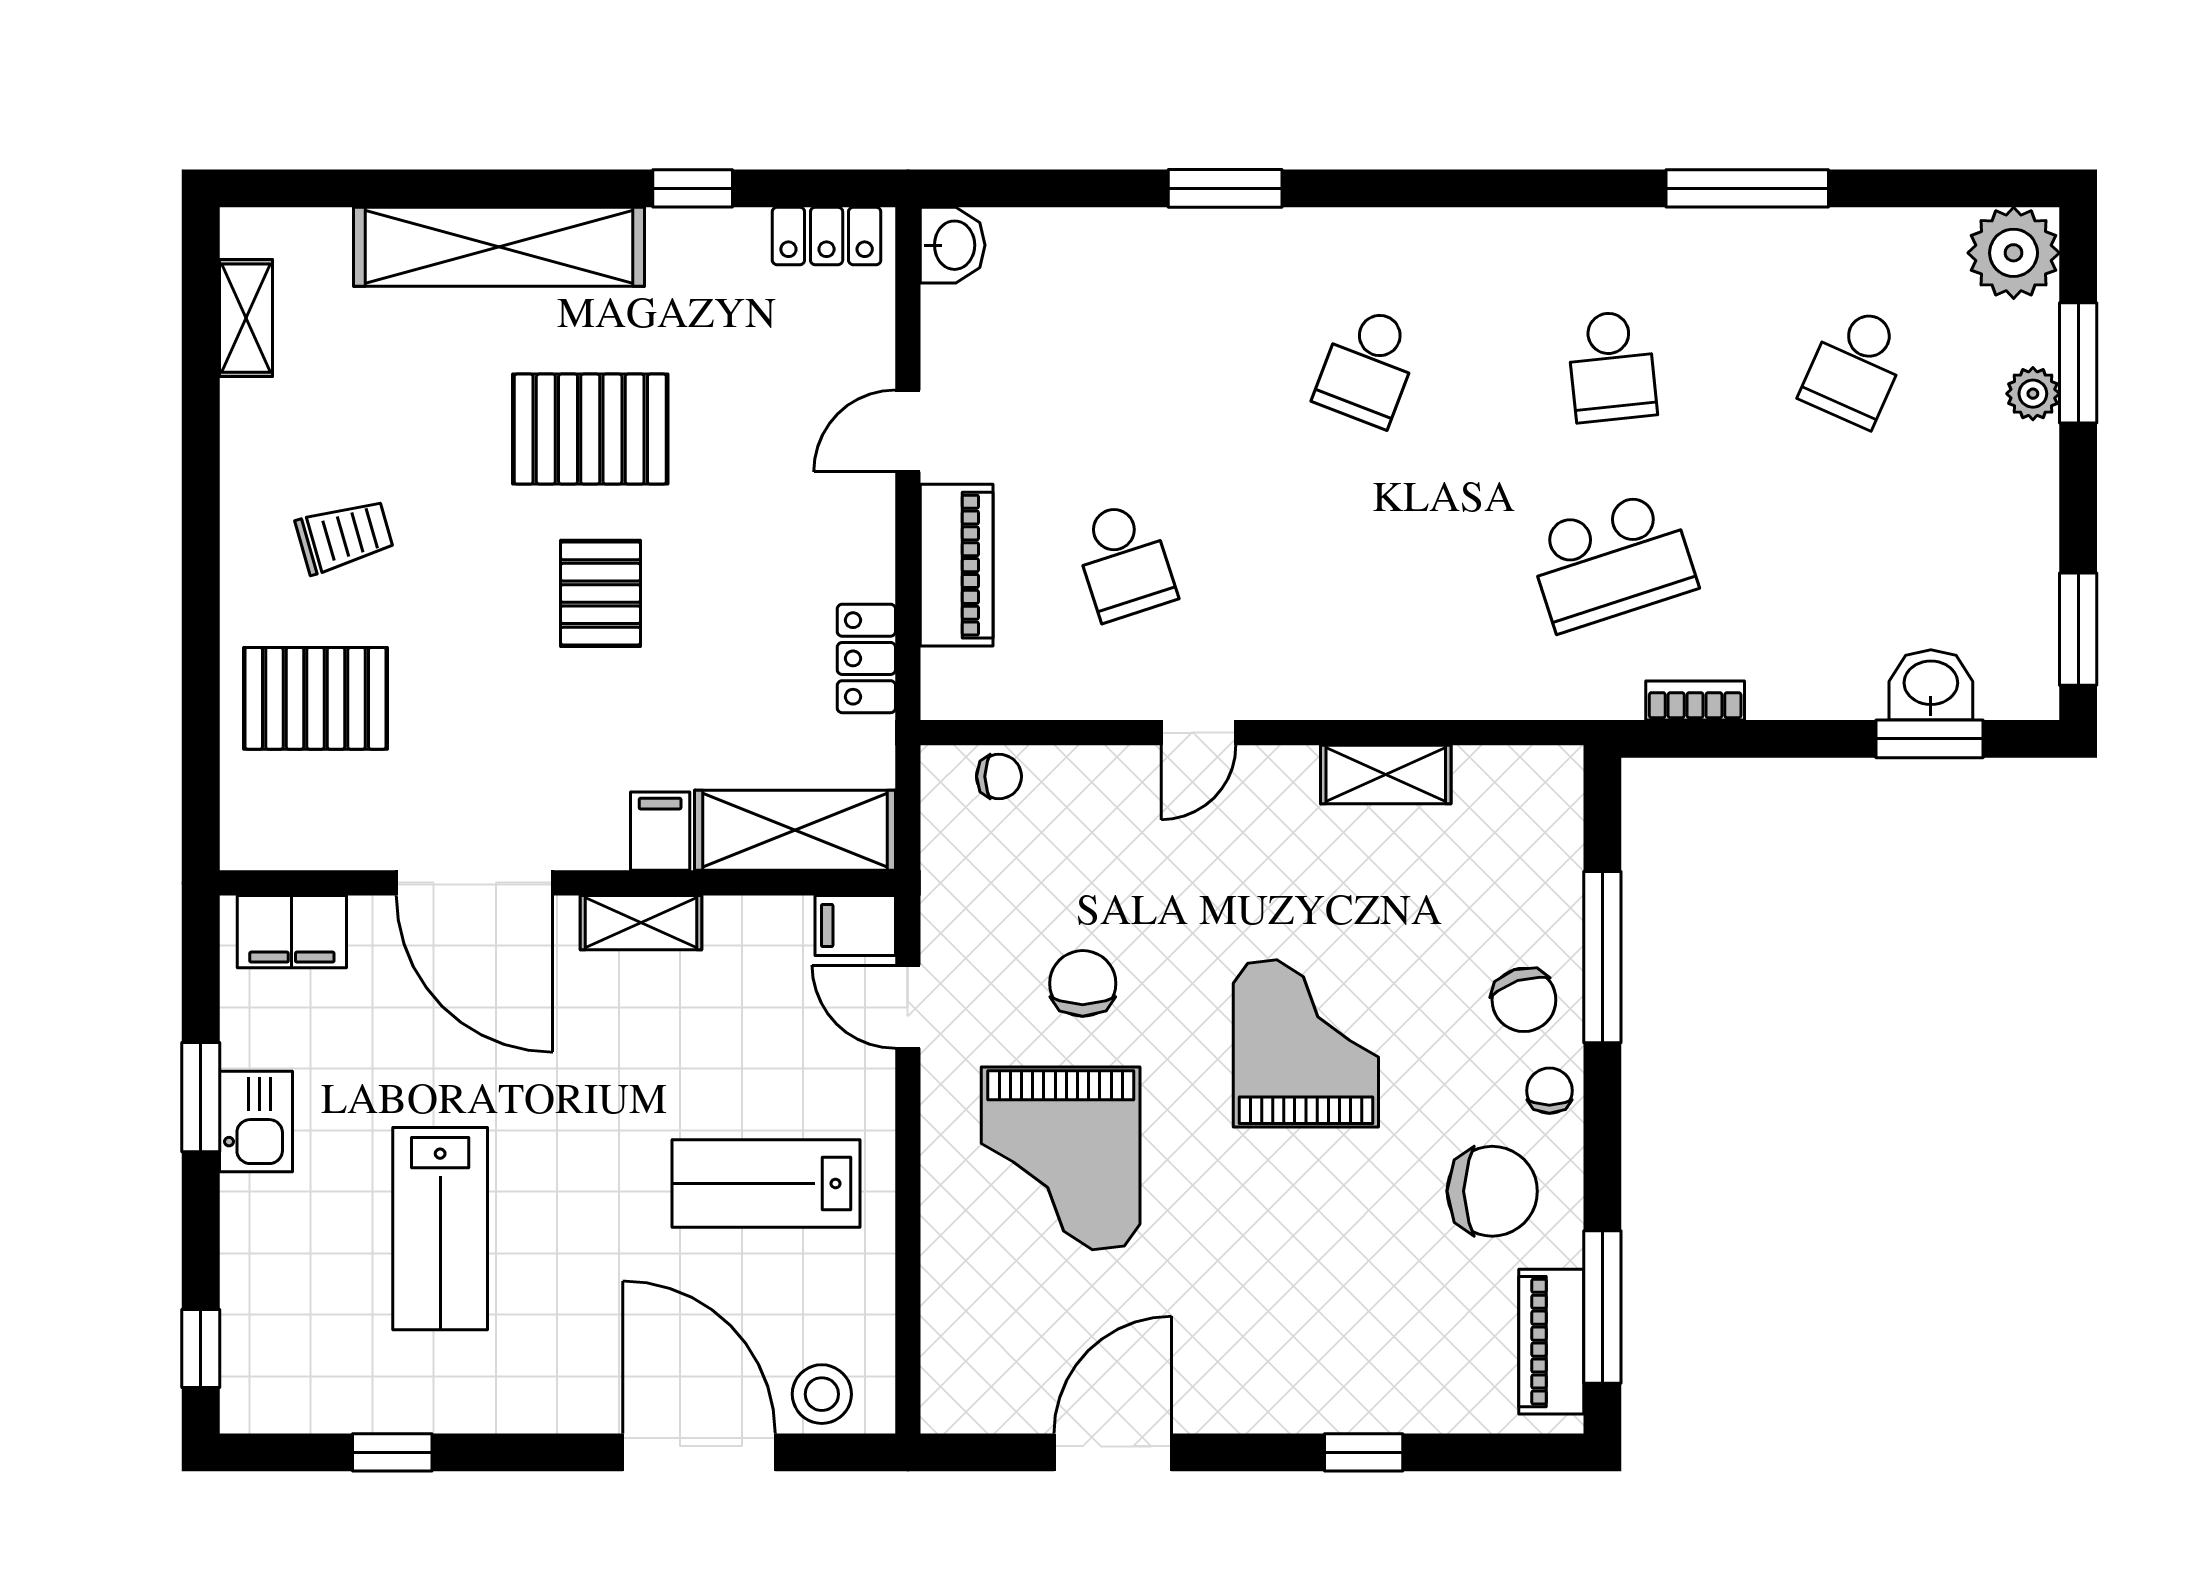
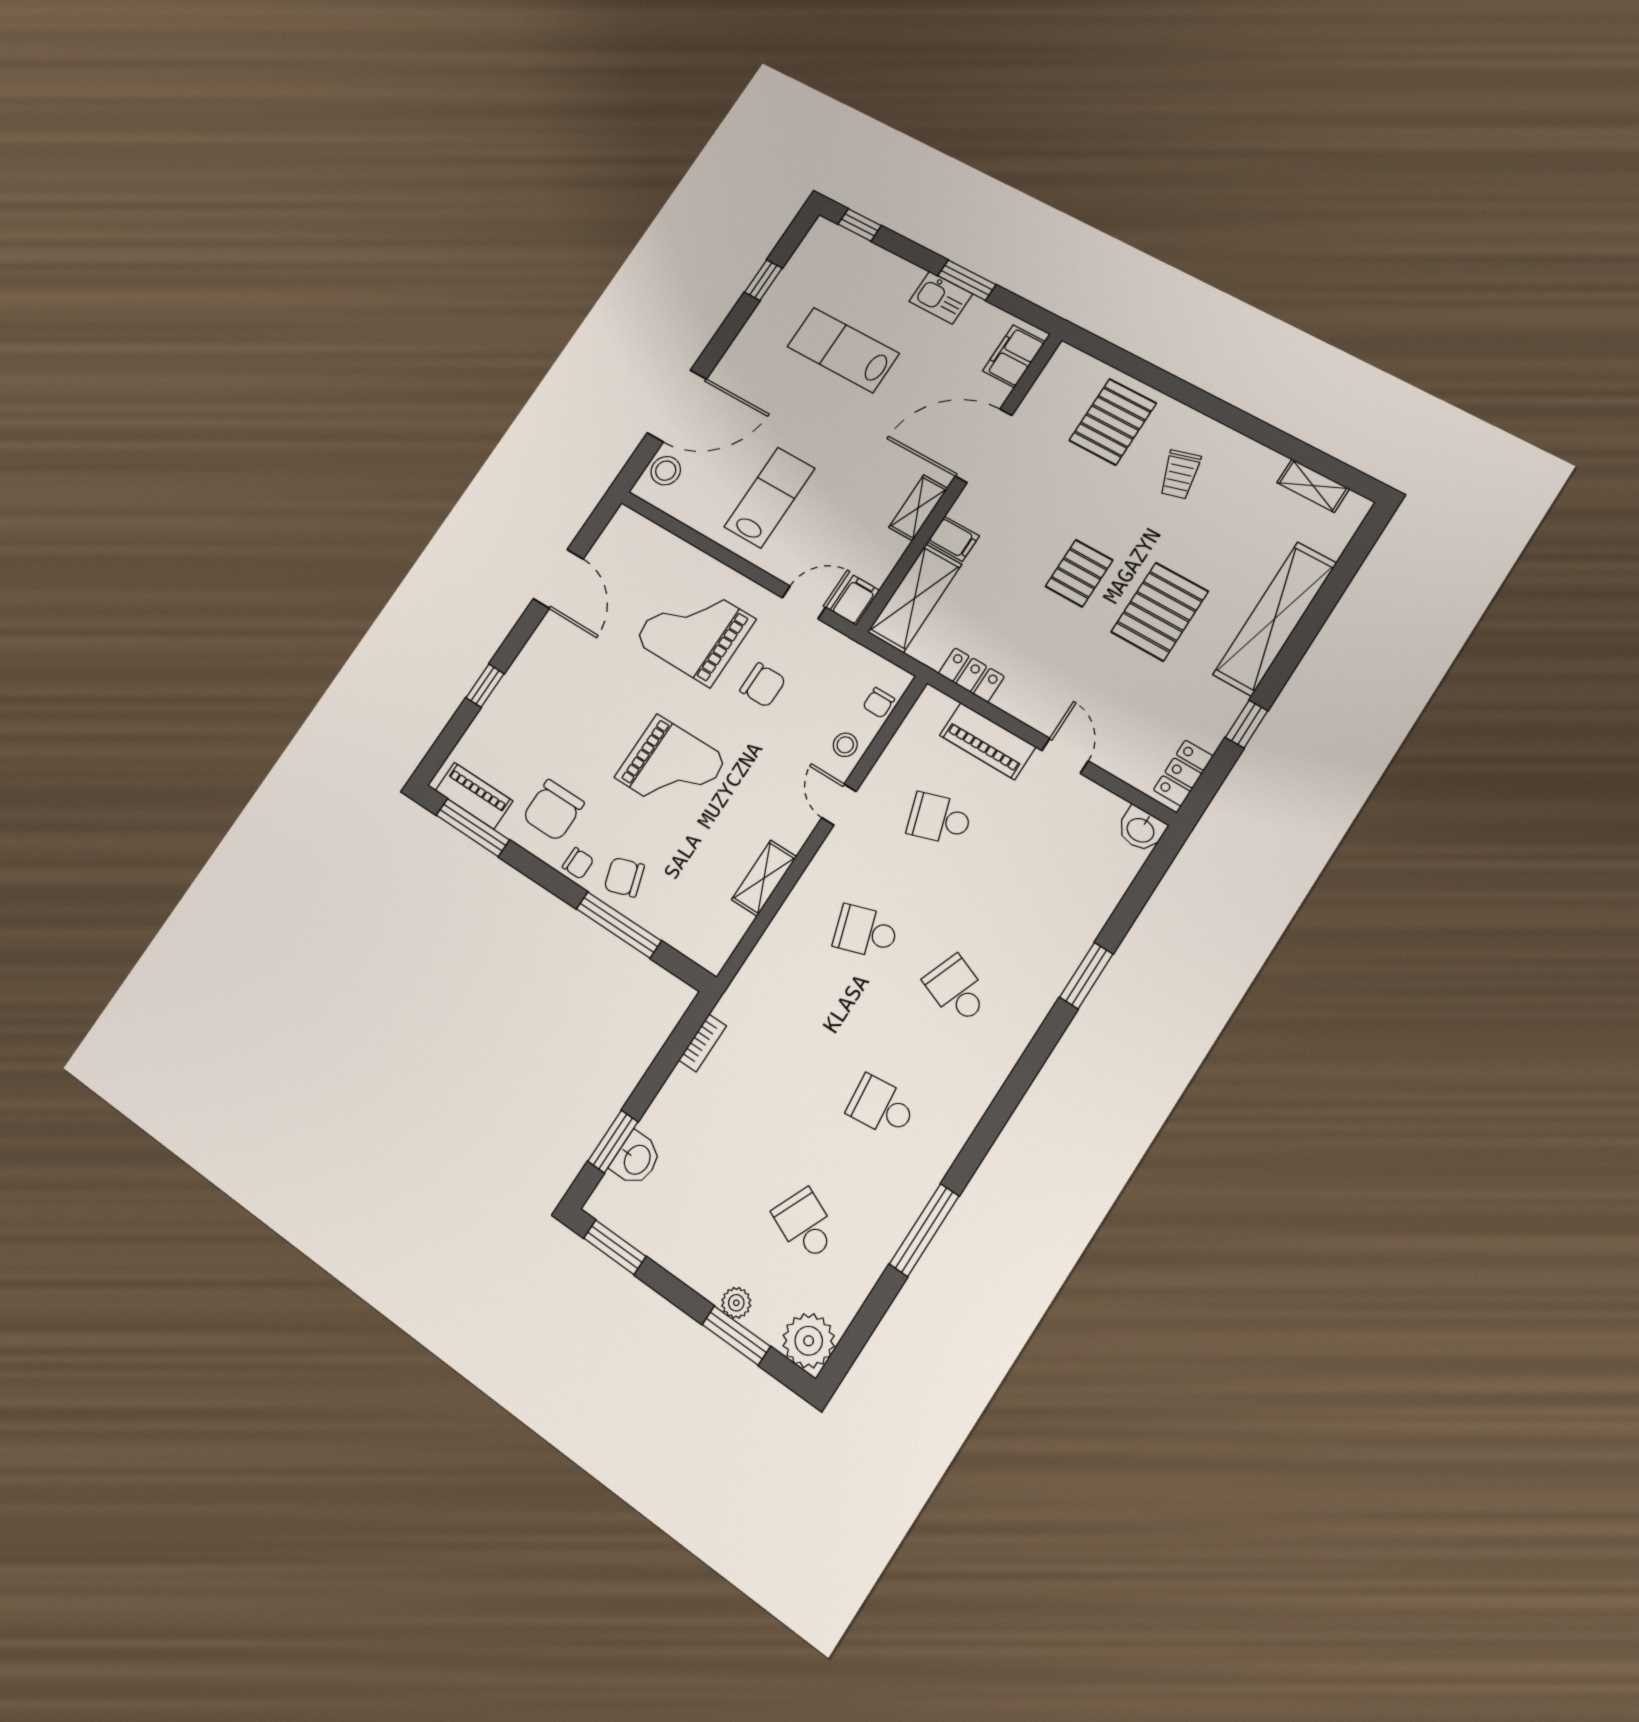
school desk: (1612, 561) -> (866, 932), moved, width x0.54
pallet: (601, 593) -> (1079, 573), turned 90
stool: (1098, 786) -> (845, 745), added

